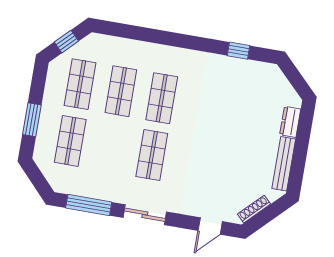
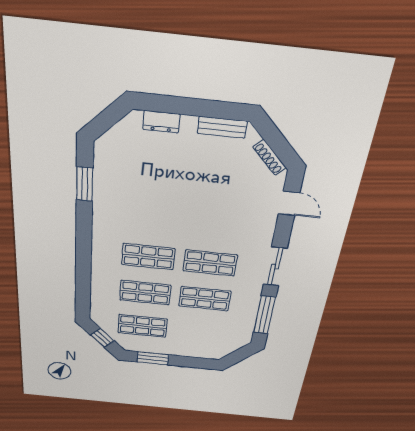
window: (239, 51) -> (85, 184), width x1.50
window: (32, 120) -> (153, 358), moved
shop shelf: (70, 141) -> (205, 299), moved
bench: (284, 164) -> (222, 127), width x0.73

